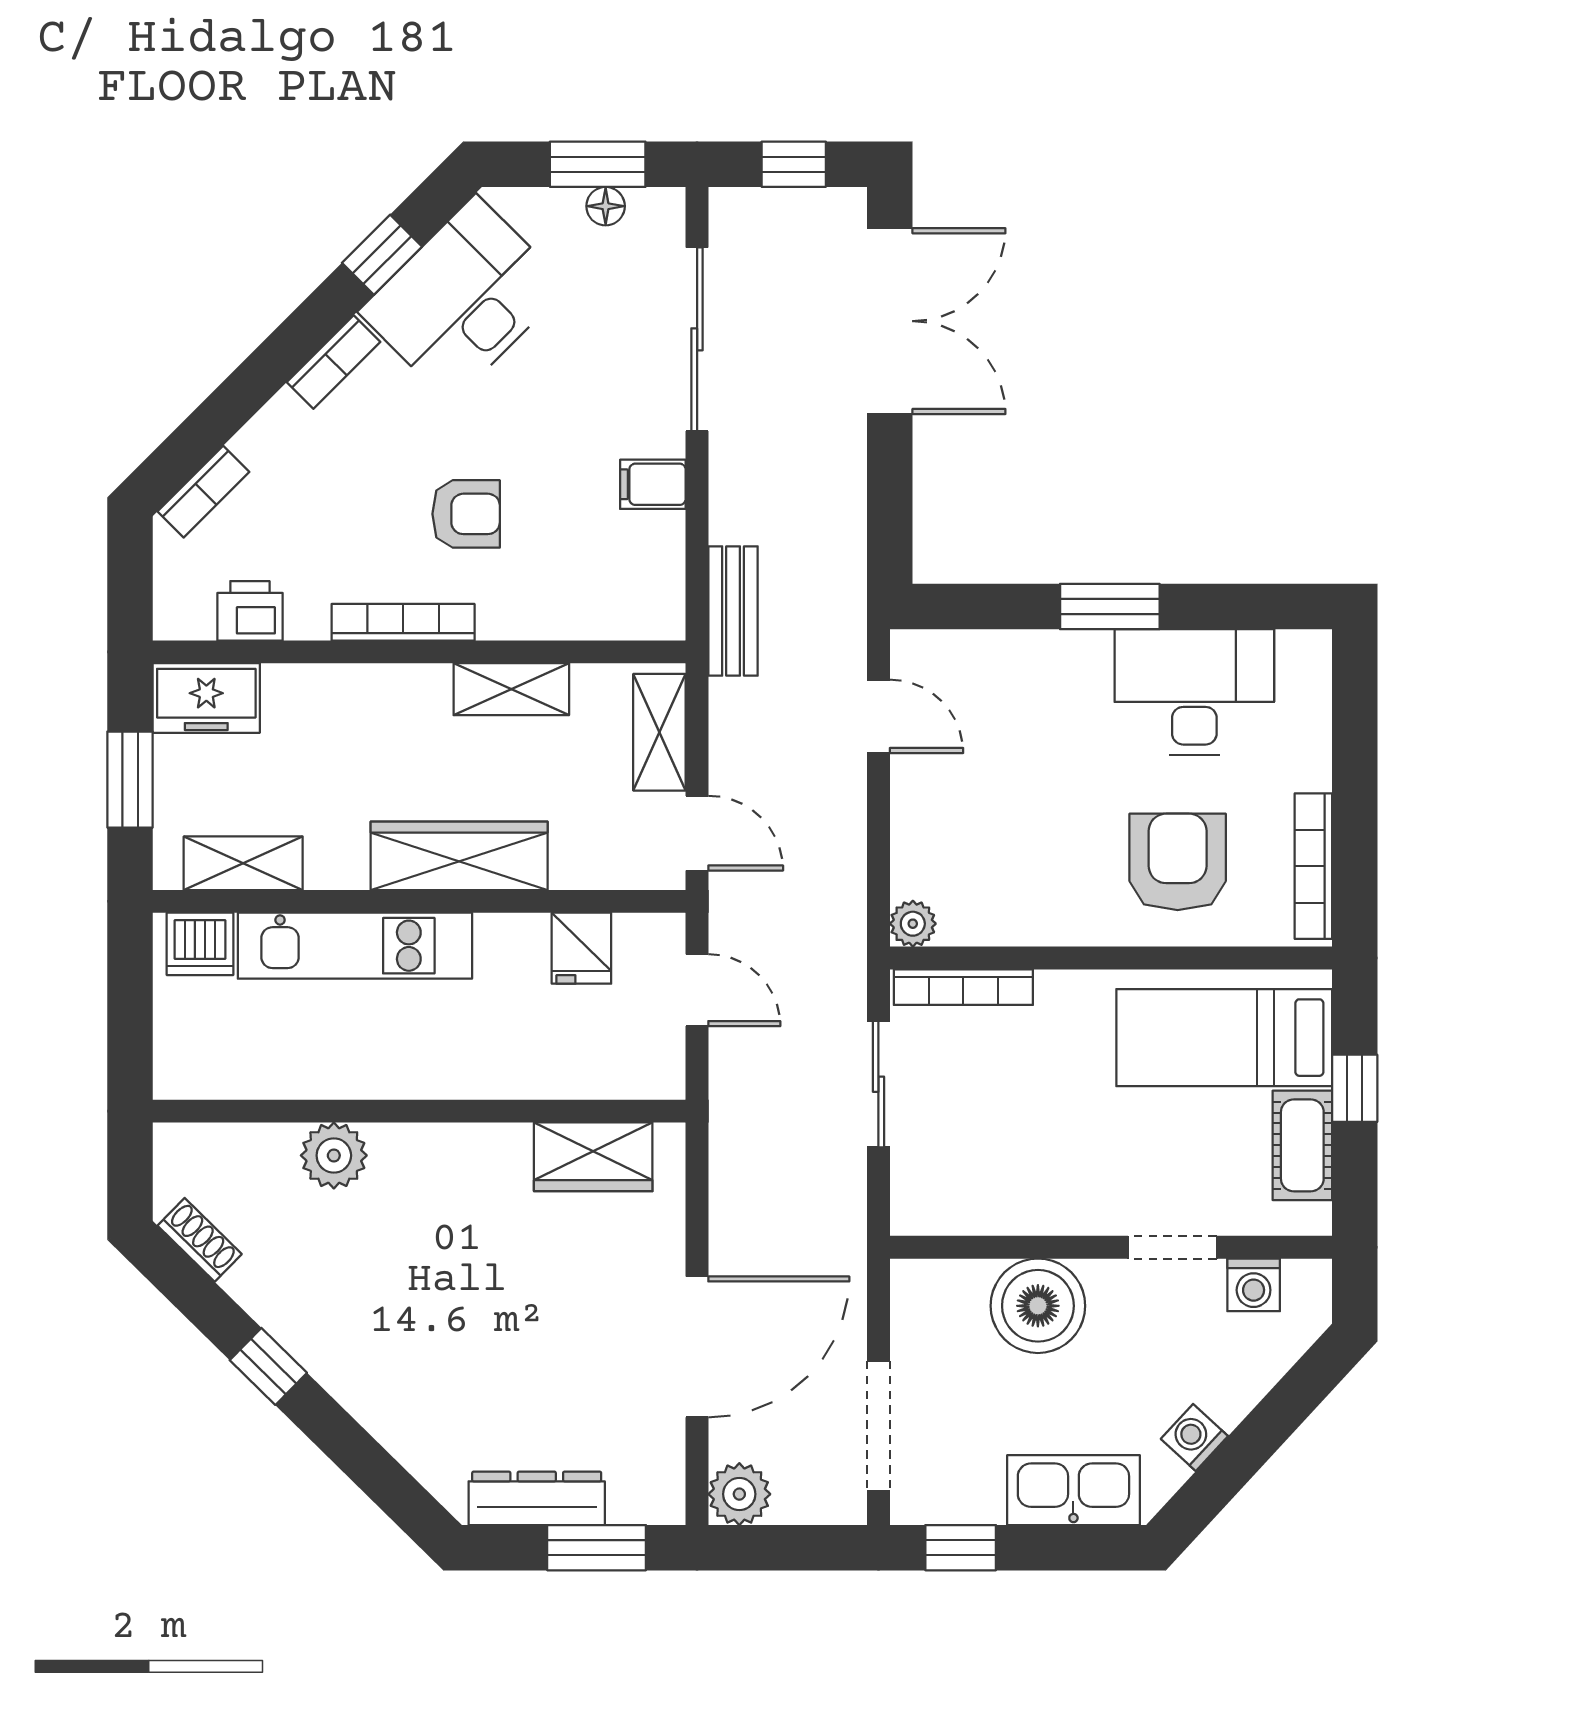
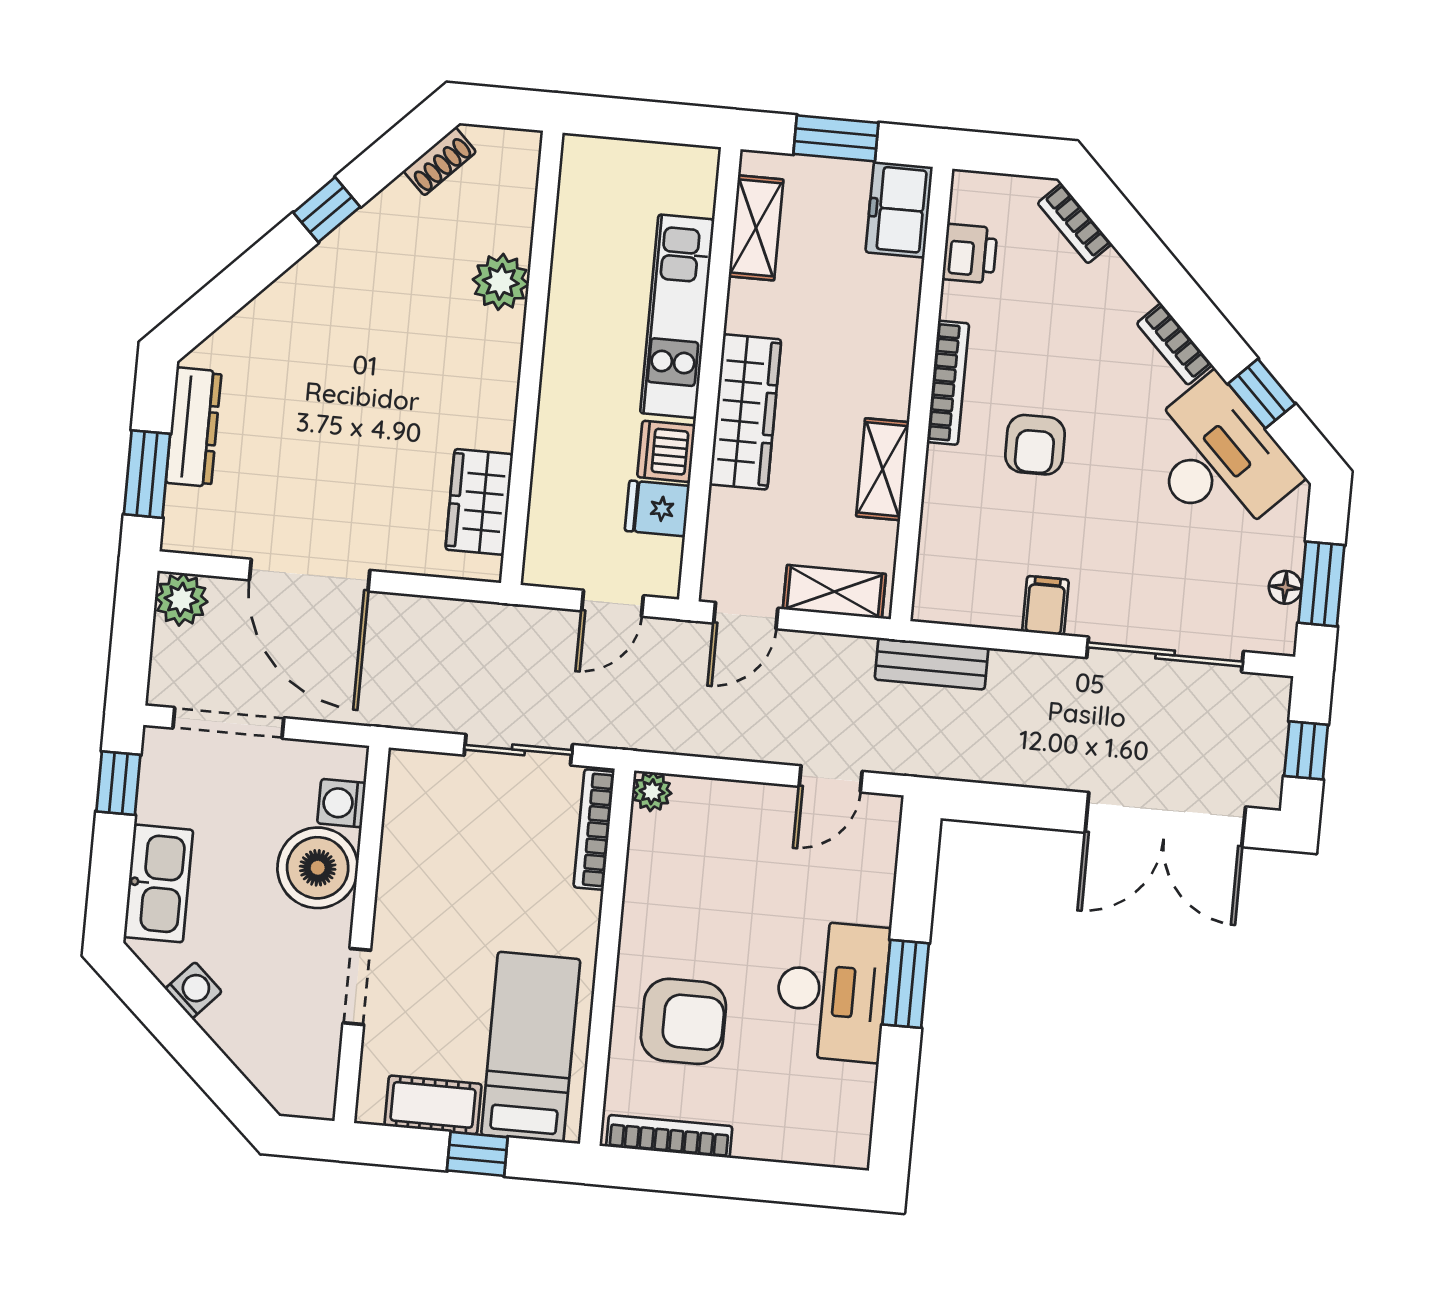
desk: (1194, 692) -> (832, 991), moved
dishwasher: (200, 944) -> (666, 451), moved
washing machine: (1254, 1285) -> (342, 803), moved

